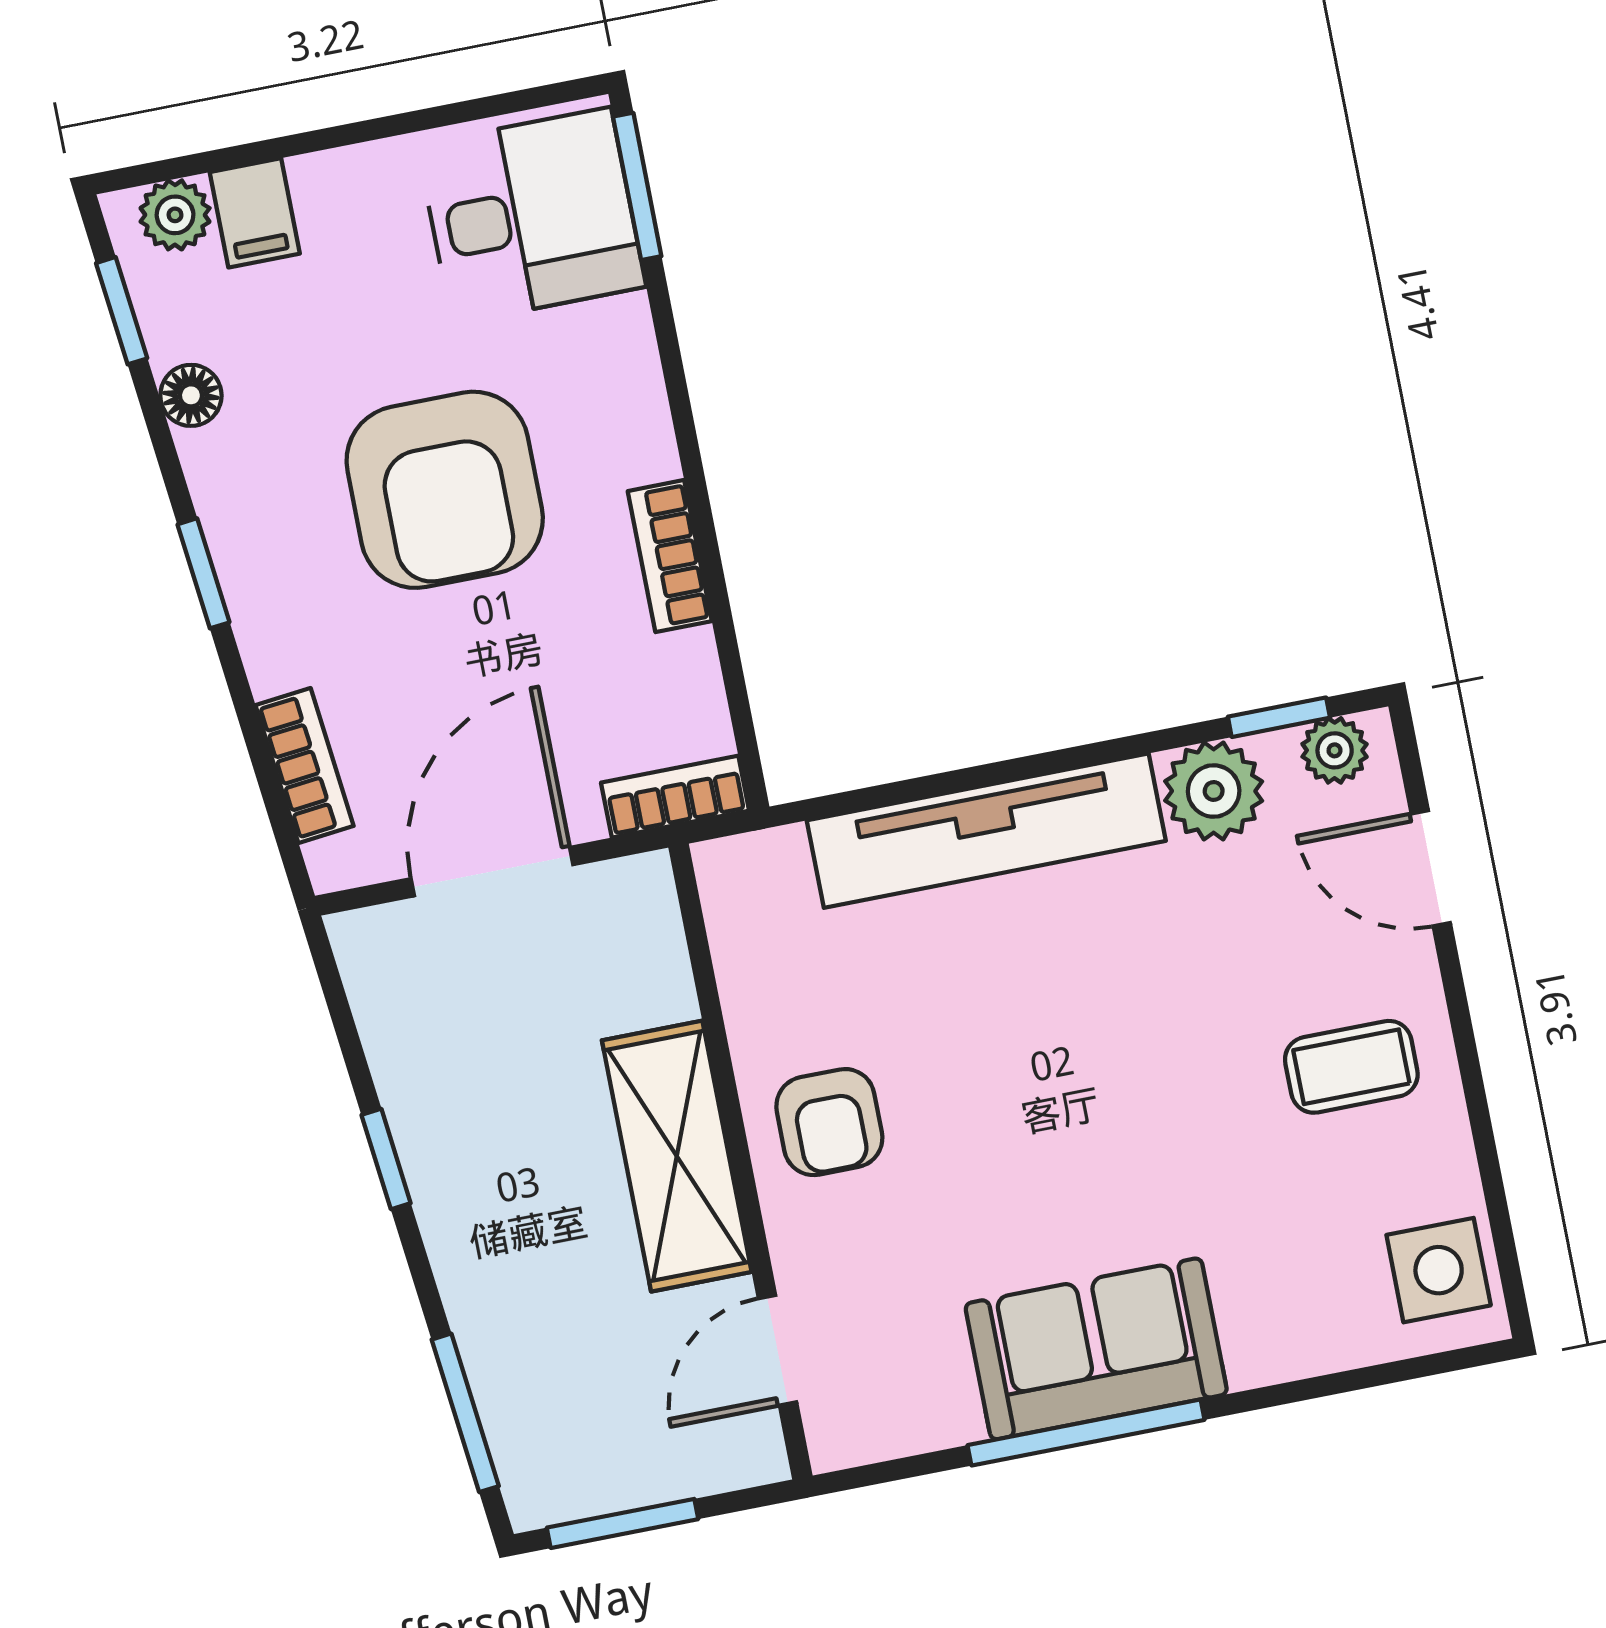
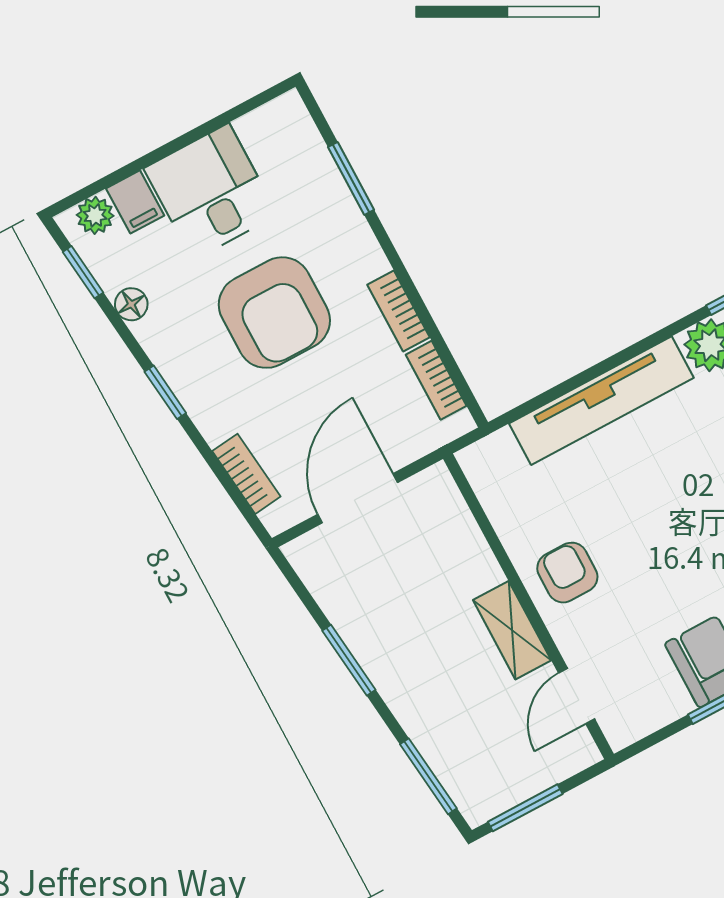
window: (637, 186) -> (351, 178), moved
desk: (532, 216) -> (211, 192), moved, turned -90
bookcase: (675, 797) -> (436, 380), moved, turned -90
armchair: (829, 1122) -> (567, 573), turned 180
shelving: (677, 1156) -> (512, 630), width x0.67, depth x0.75
window: (386, 1159) -> (349, 660), width x1.50

